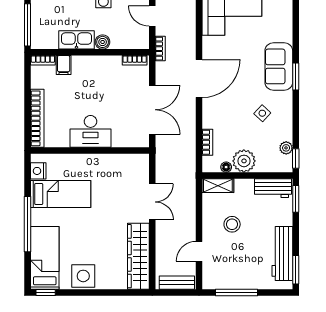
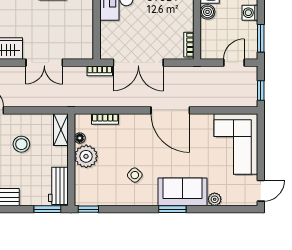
bookcase: (160, 49) -> (100, 71), moved
plant: (286, 148) -> (215, 199), moved

